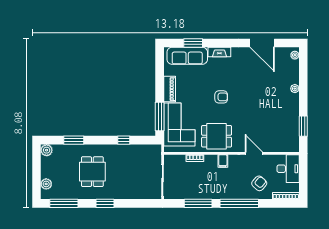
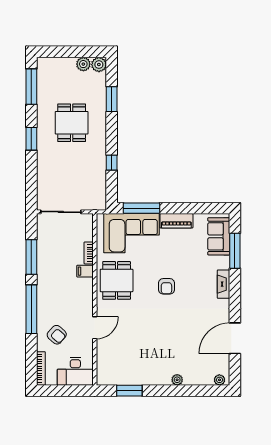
window: (193, 43) -> (235, 251), width x1.44
sofa: (187, 56) -> (219, 236), width x0.73
filing cabinet: (223, 161) -> (85, 271), moved
dining table: (92, 172) -> (72, 123), turned 90
plant: (46, 184) -> (83, 64), moved

